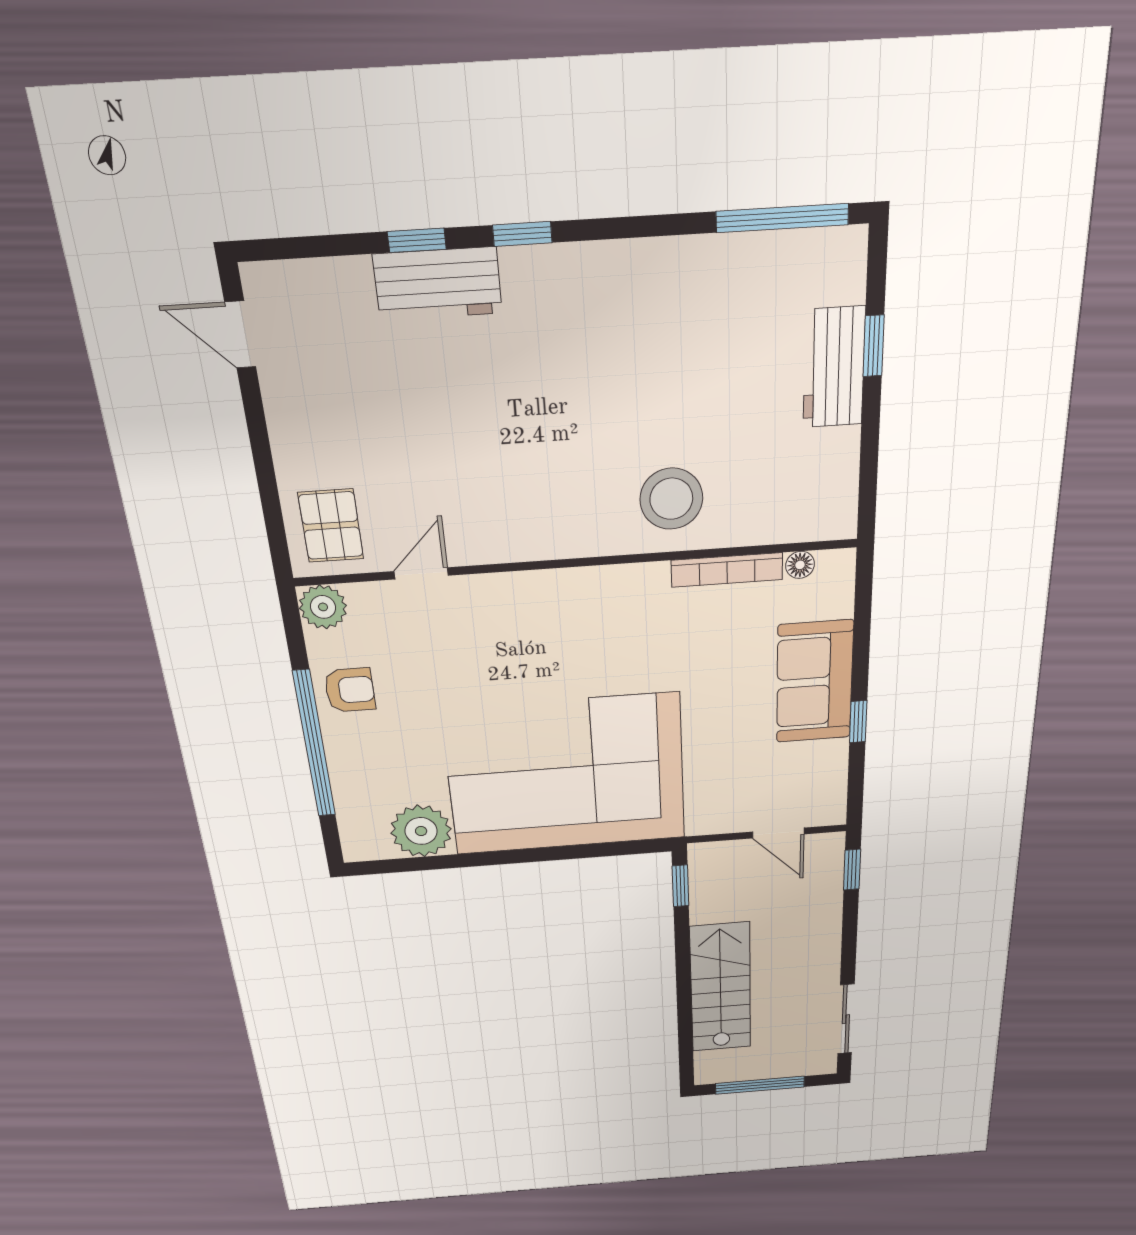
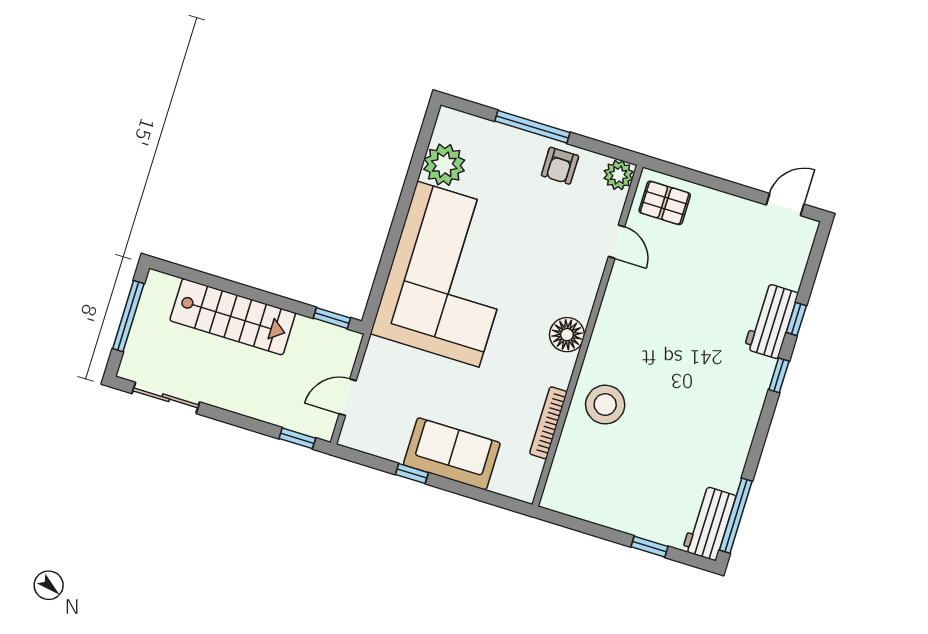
workbench: (834, 368) -> (709, 523), moved, turned -90
floor lamp: (800, 565) -> (567, 335), moved, width x1.89, depth x1.89
window: (314, 744) -> (532, 127), width x0.68

